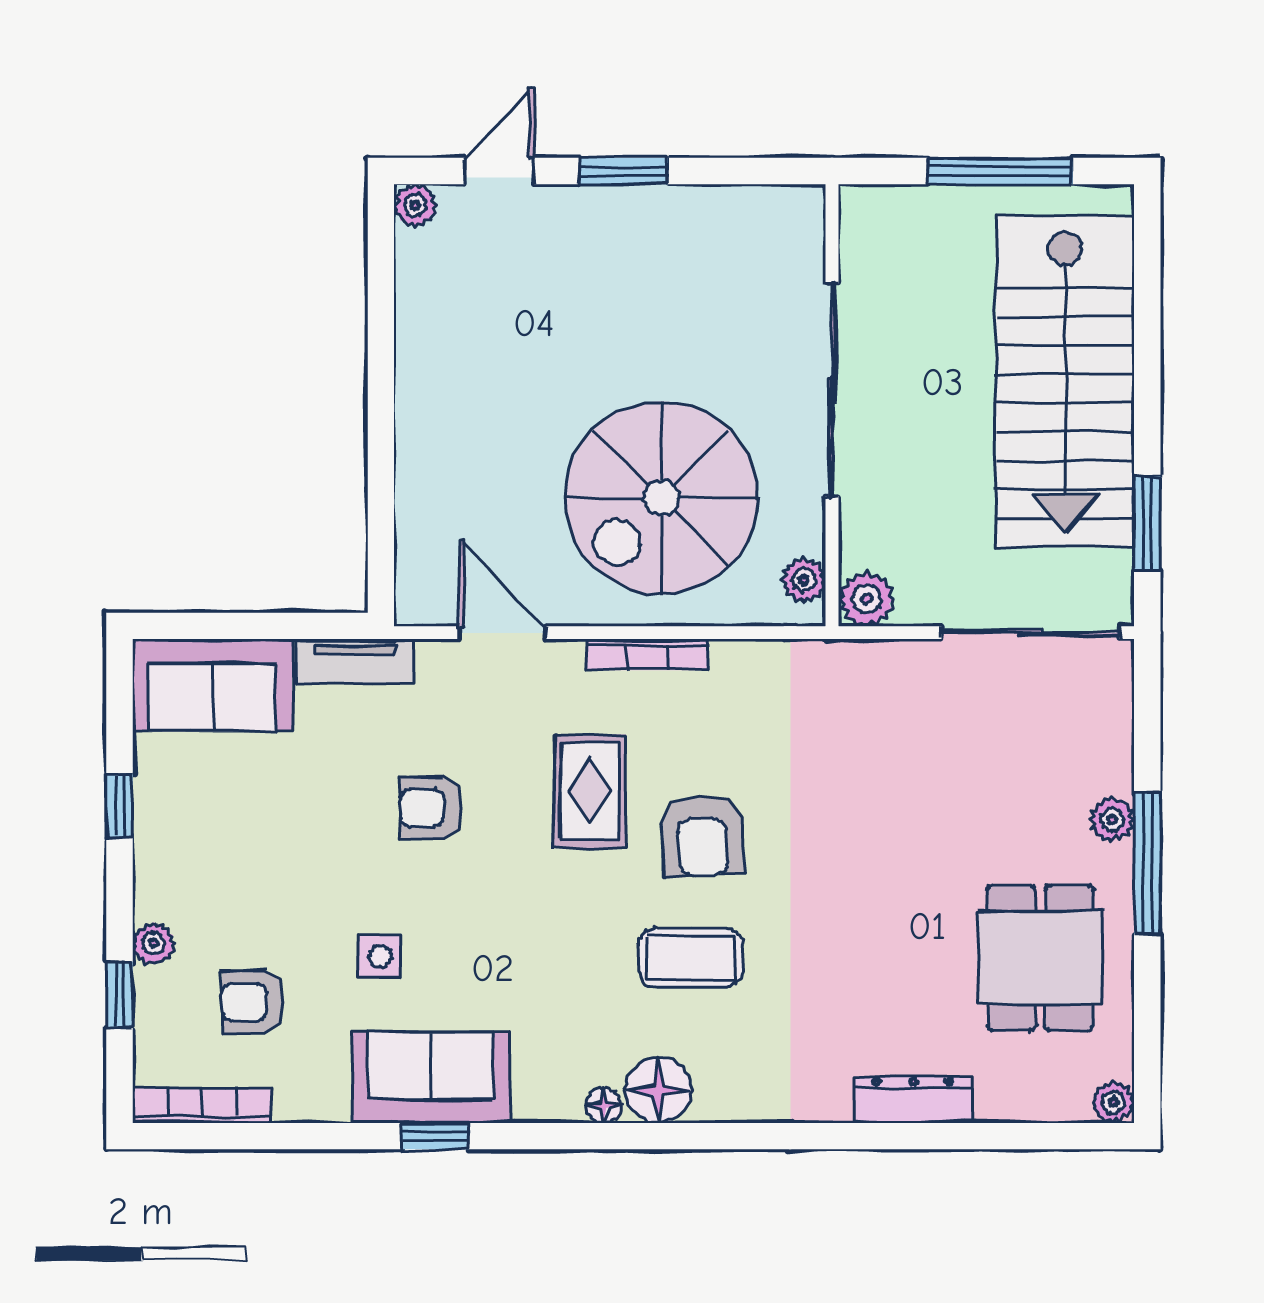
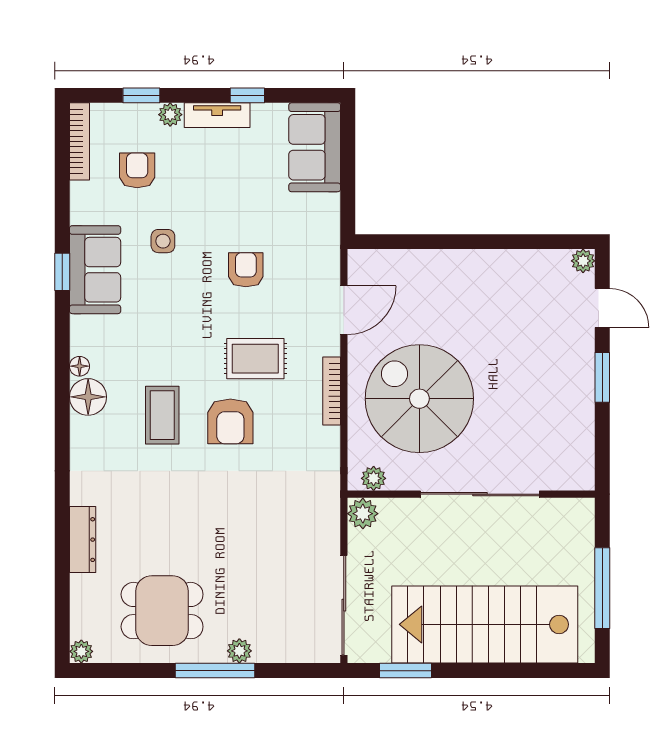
tv unit: (355, 661) -> (217, 115), moved, turned -90
armchair: (702, 836) -> (230, 421), turned -86

